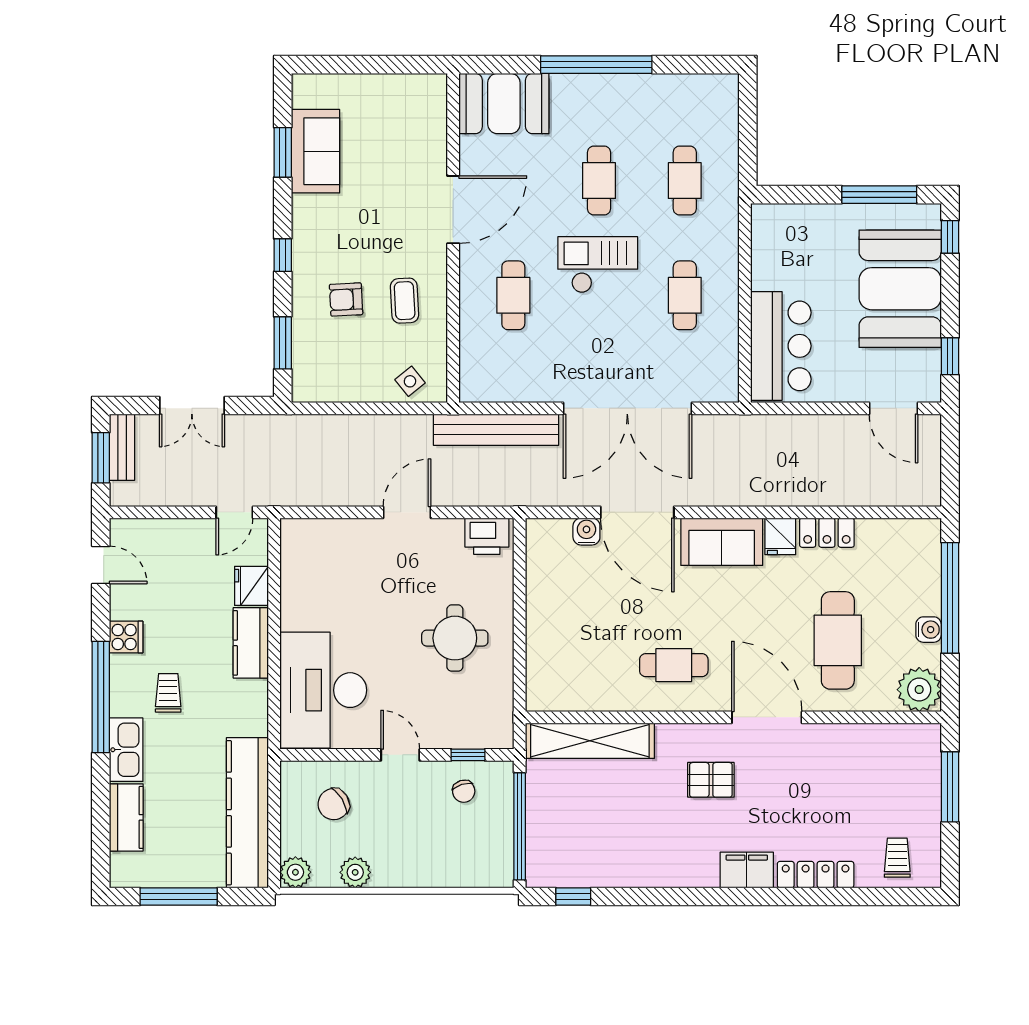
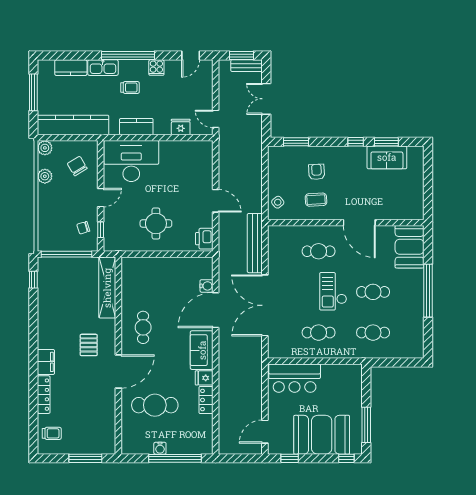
window: (283, 255) -> (356, 142), moved
checkout: (598, 265) -> (333, 291), turned 180
kitchen counter: (251, 643) -> (136, 127), moved
plant: (919, 690) -> (132, 444), removed

